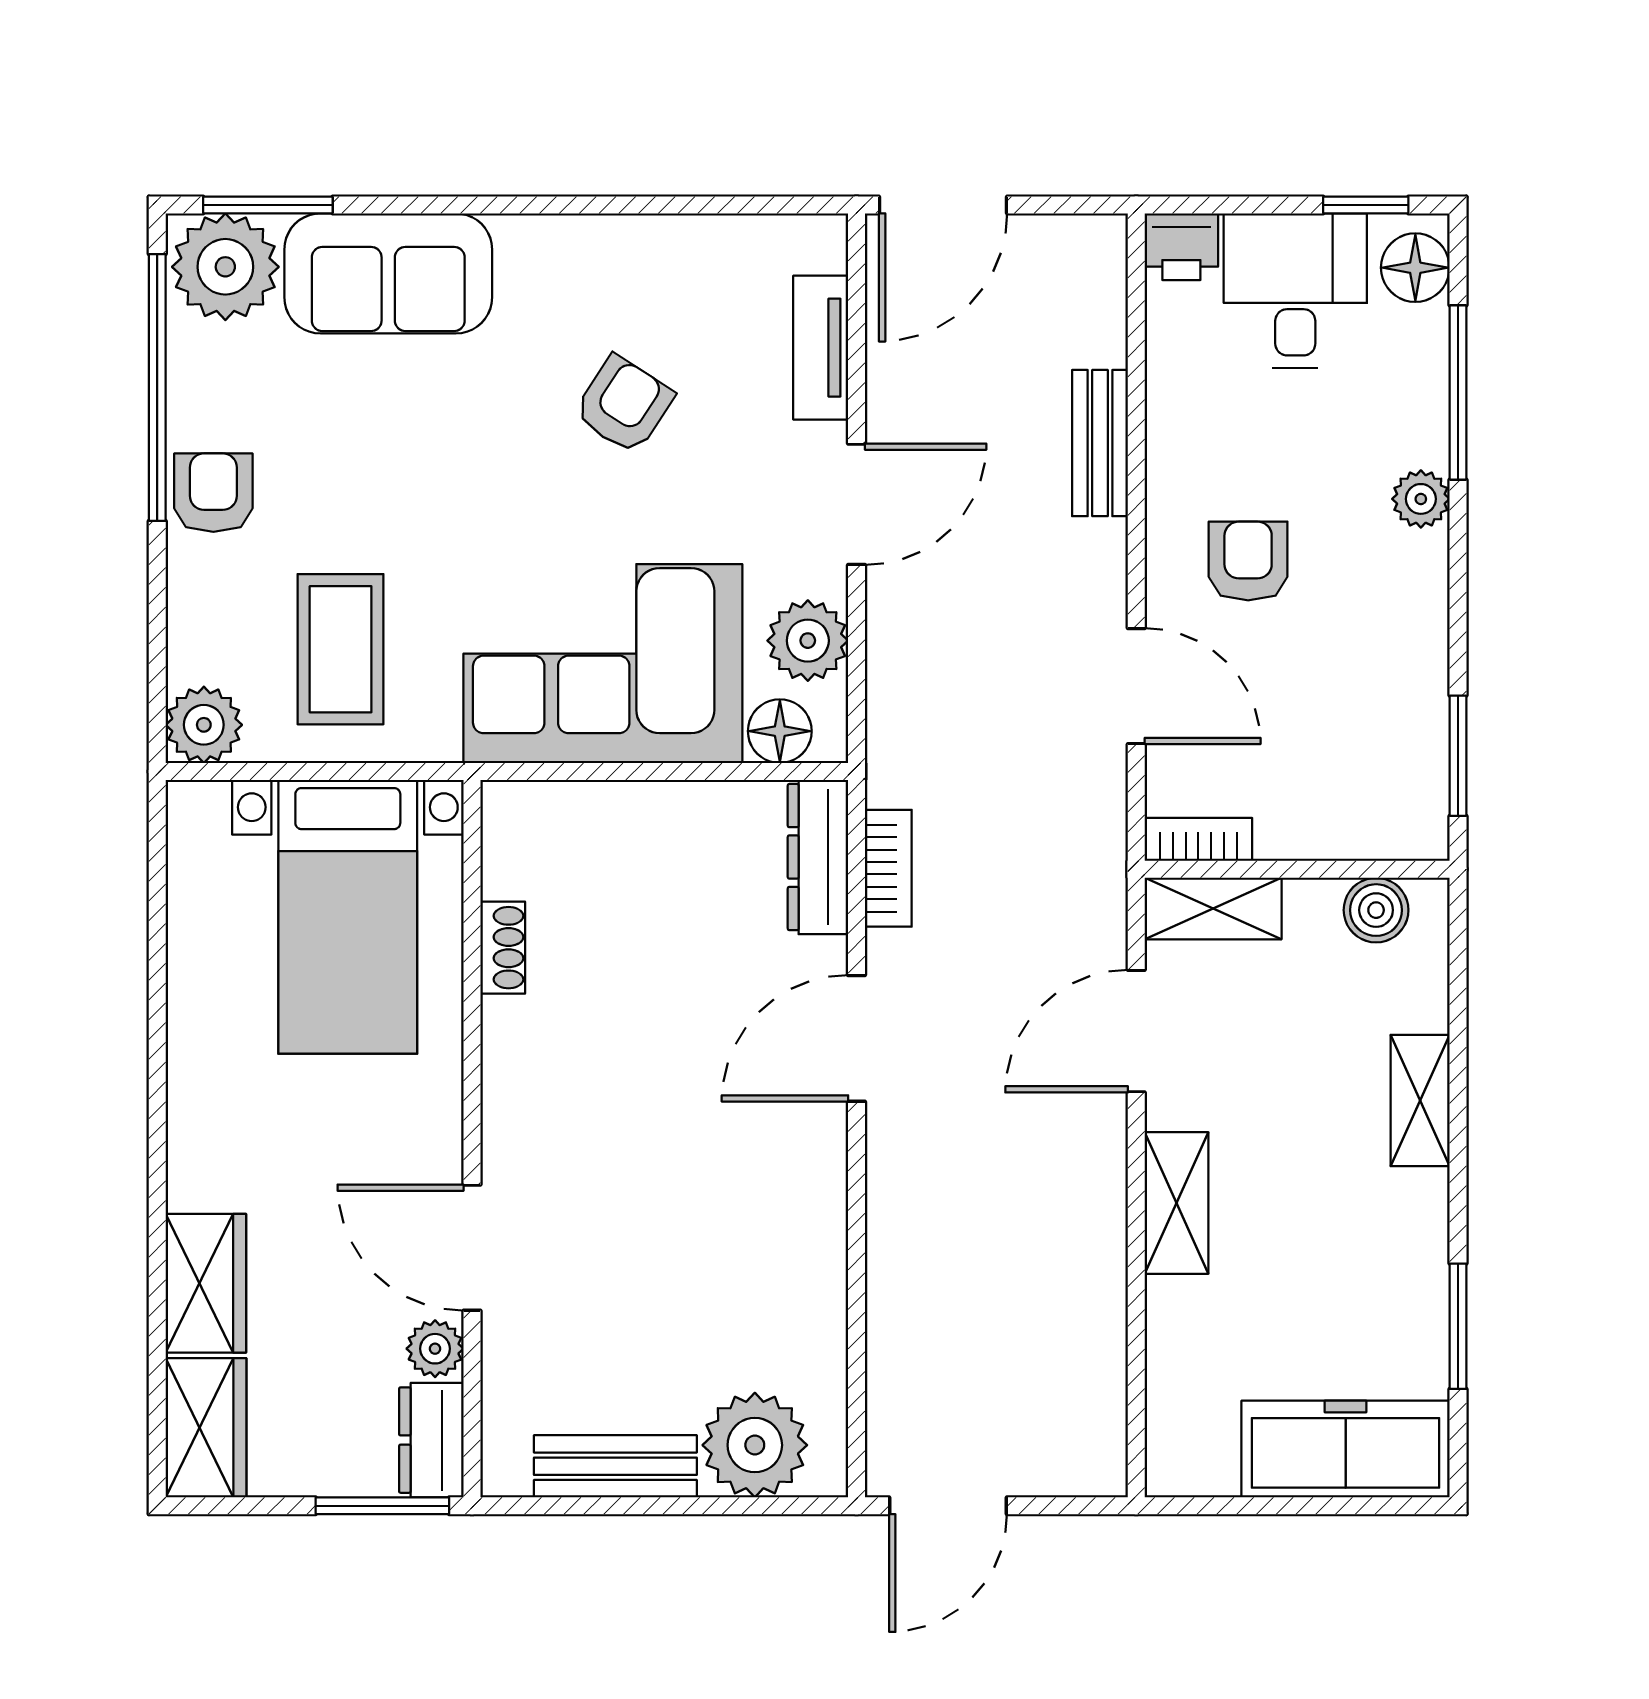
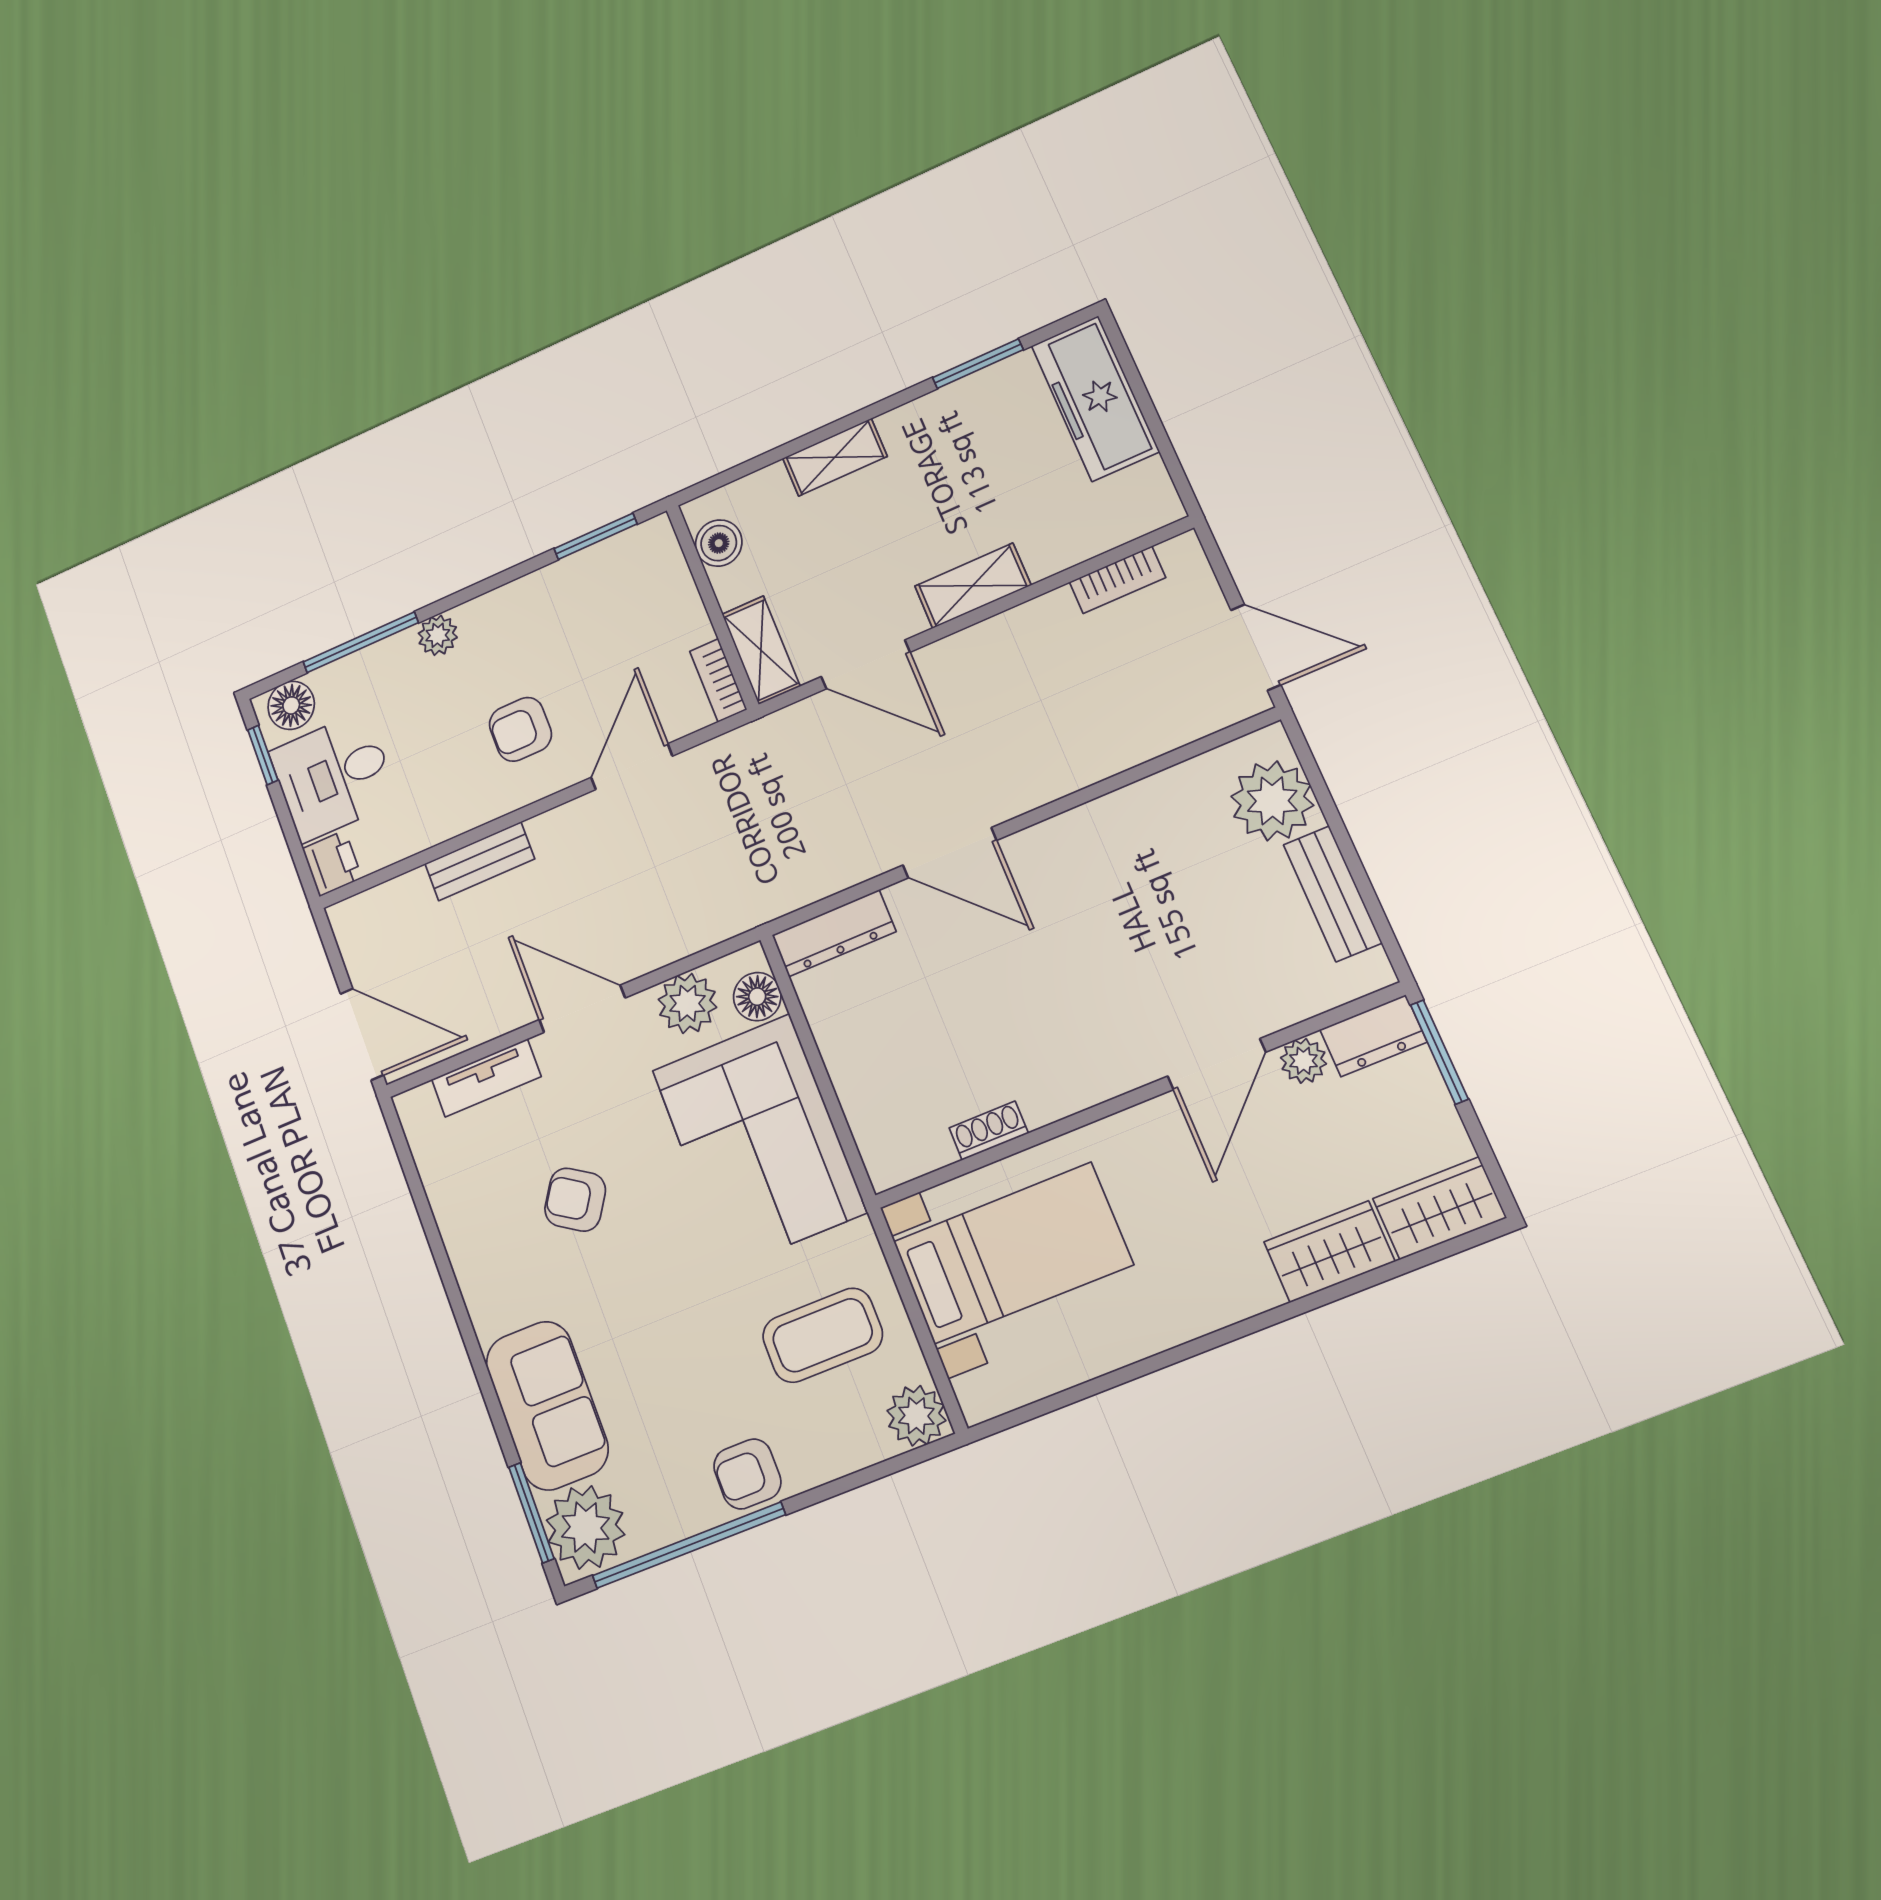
bookcase: (888, 868) -> (1117, 580), moved, turned 180

